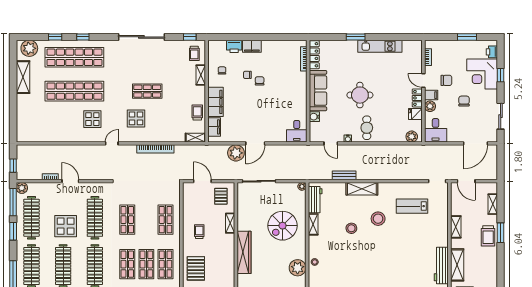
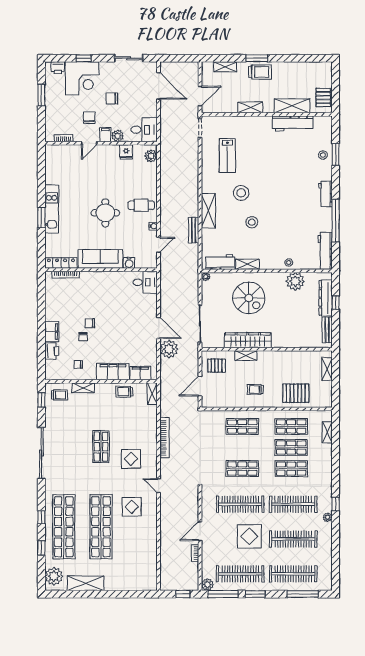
kitchen unit: (380, 46) -> (52, 209), moved
locker: (417, 98) -> (108, 150), removed
wardrobe: (244, 252) -> (248, 340), moved

